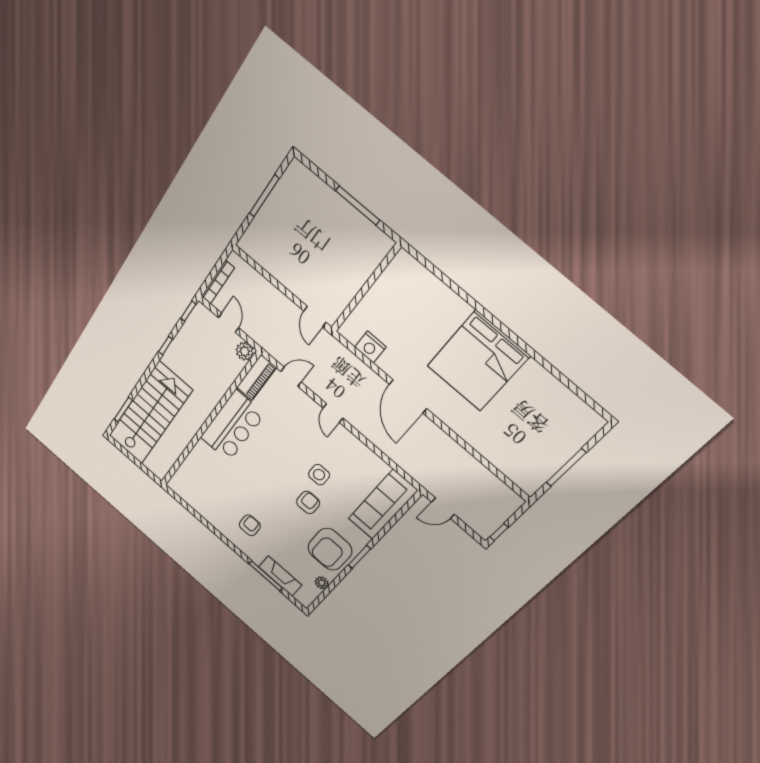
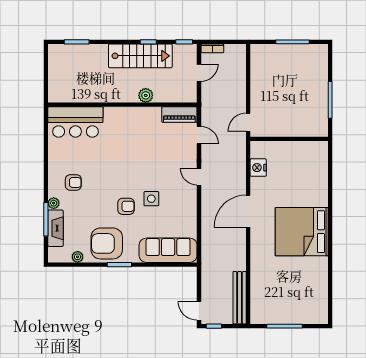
bookcase: (218, 282) -> (212, 48), width x0.64
plant: (245, 351) -> (146, 95), moved
stairs: (150, 413) -> (140, 56), moved, width x0.73, depth x0.66
door: (333, 413) -> (199, 177), hinge flipped
bar counter: (232, 426) -> (75, 122), moved
bench: (492, 483) -> (240, 298), added
door: (443, 508) -> (199, 311), moved
plant: (256, 557) -> (54, 203), added

